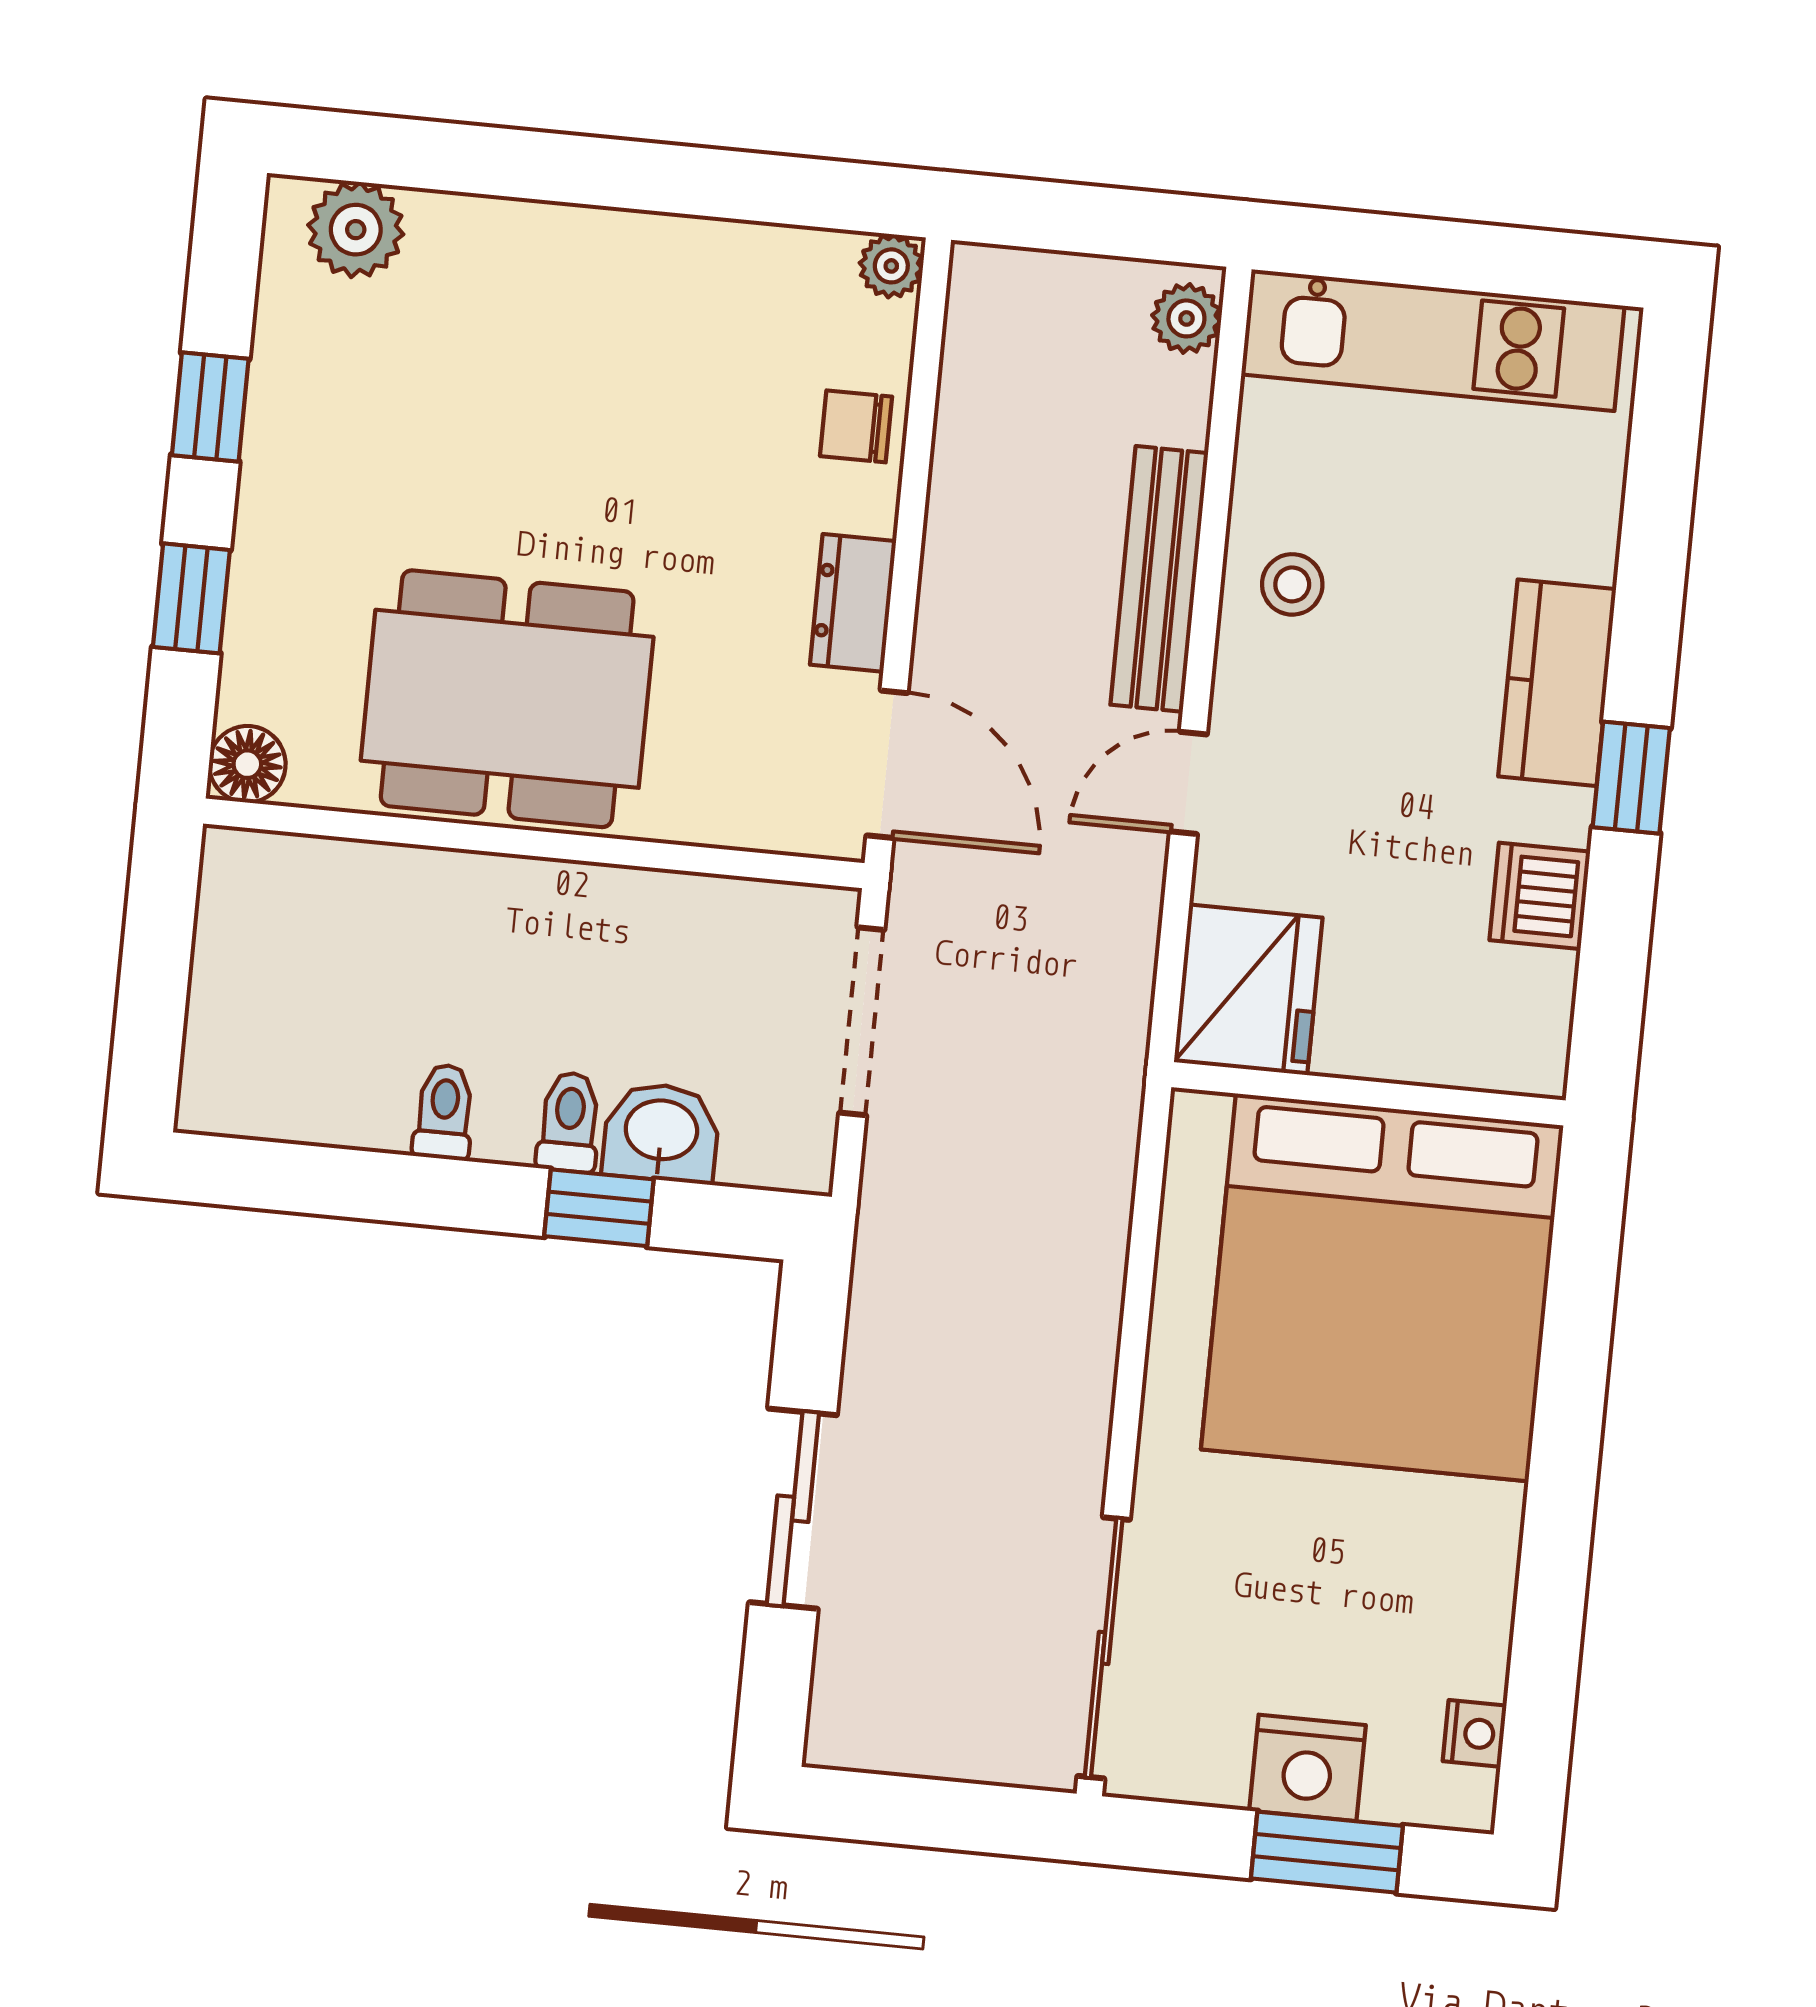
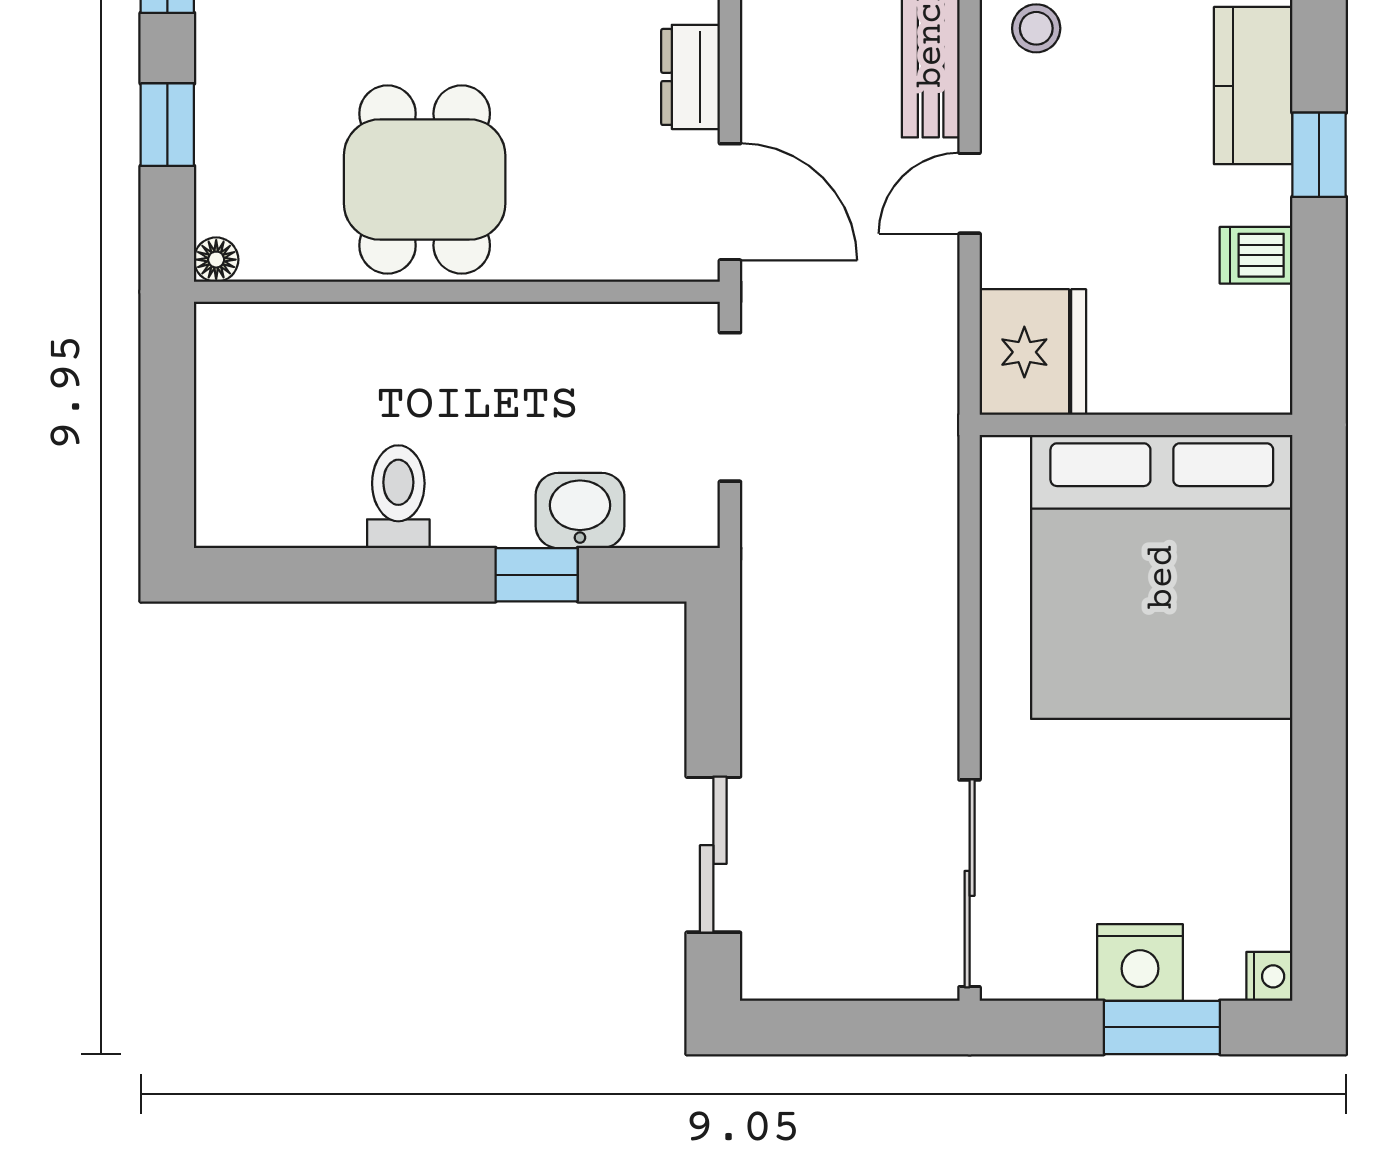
dining table: (507, 699) -> (425, 180), width x0.73
floor lamp: (247, 764) -> (216, 260), width x0.73, depth x0.73
dishwasher: (1540, 896) -> (1256, 255), width x0.73
toilet: (444, 1112) -> (398, 497), width x1.37, depth x1.39
toilet: (569, 1122) -> (506, 509), removed
sliding door: (793, 1509) -> (713, 855), moved
nightstand: (1475, 1733) -> (1269, 976), moved

